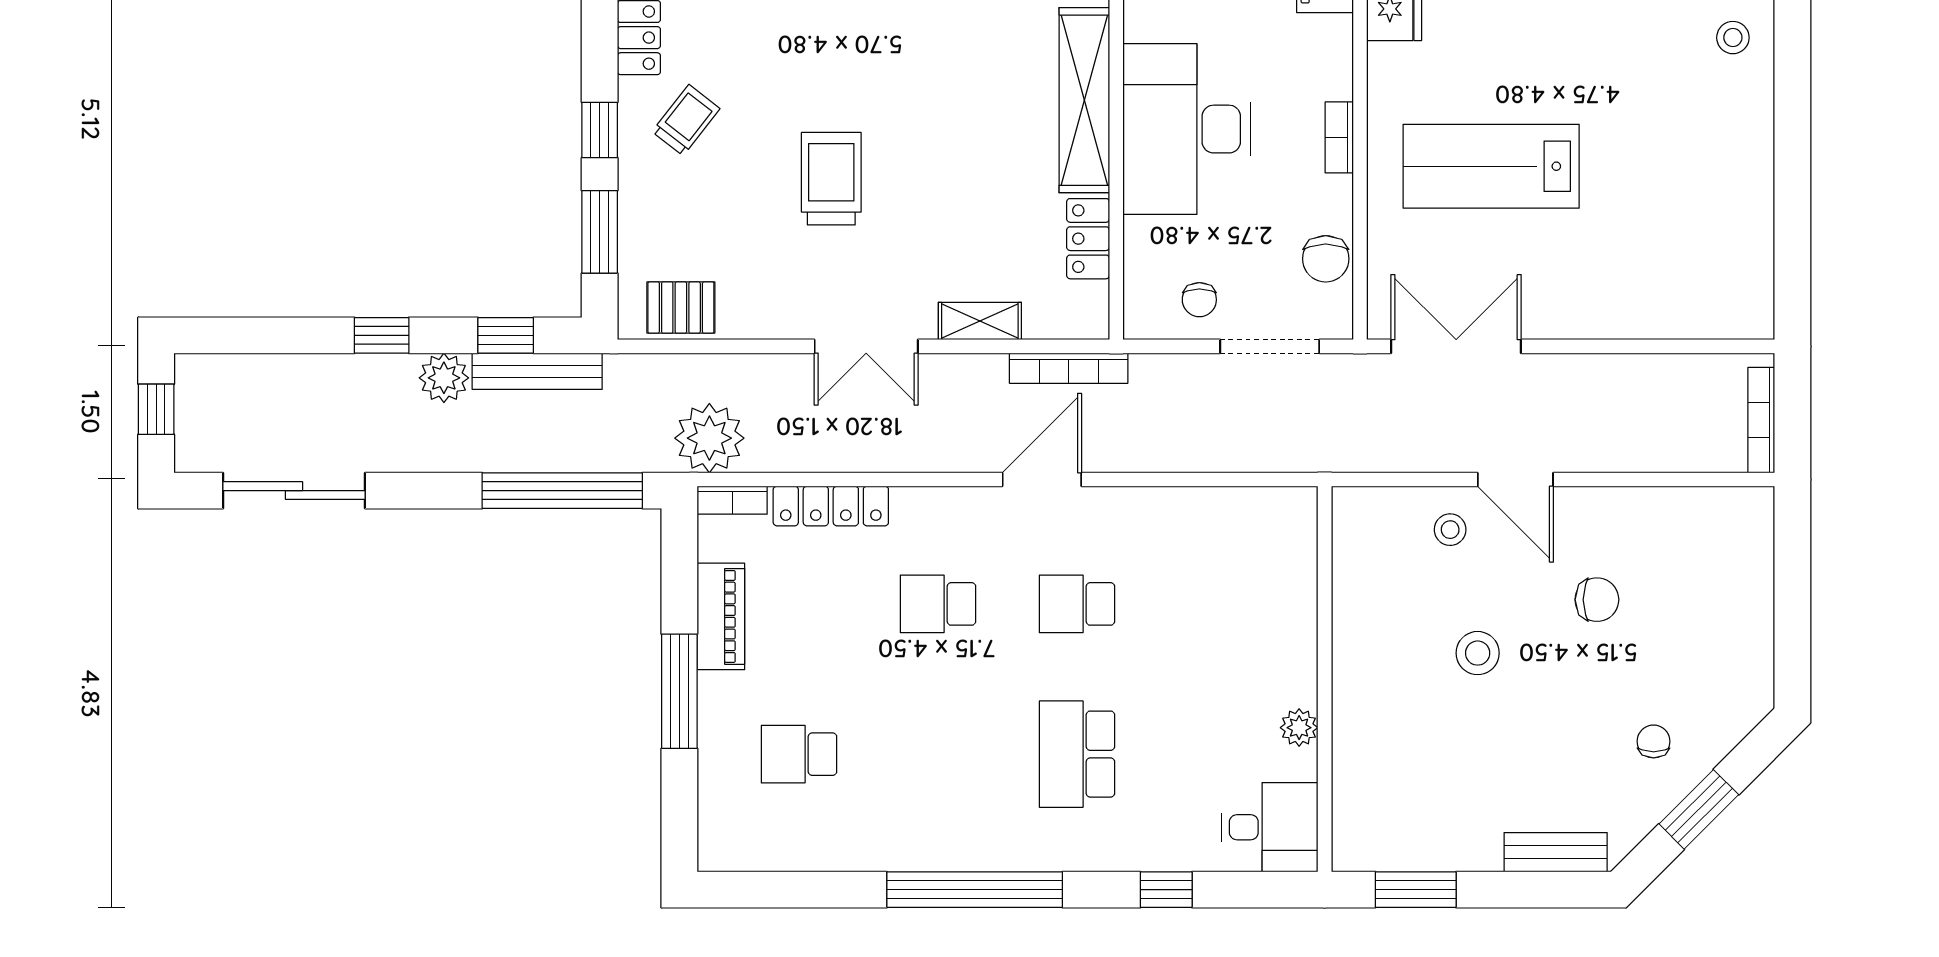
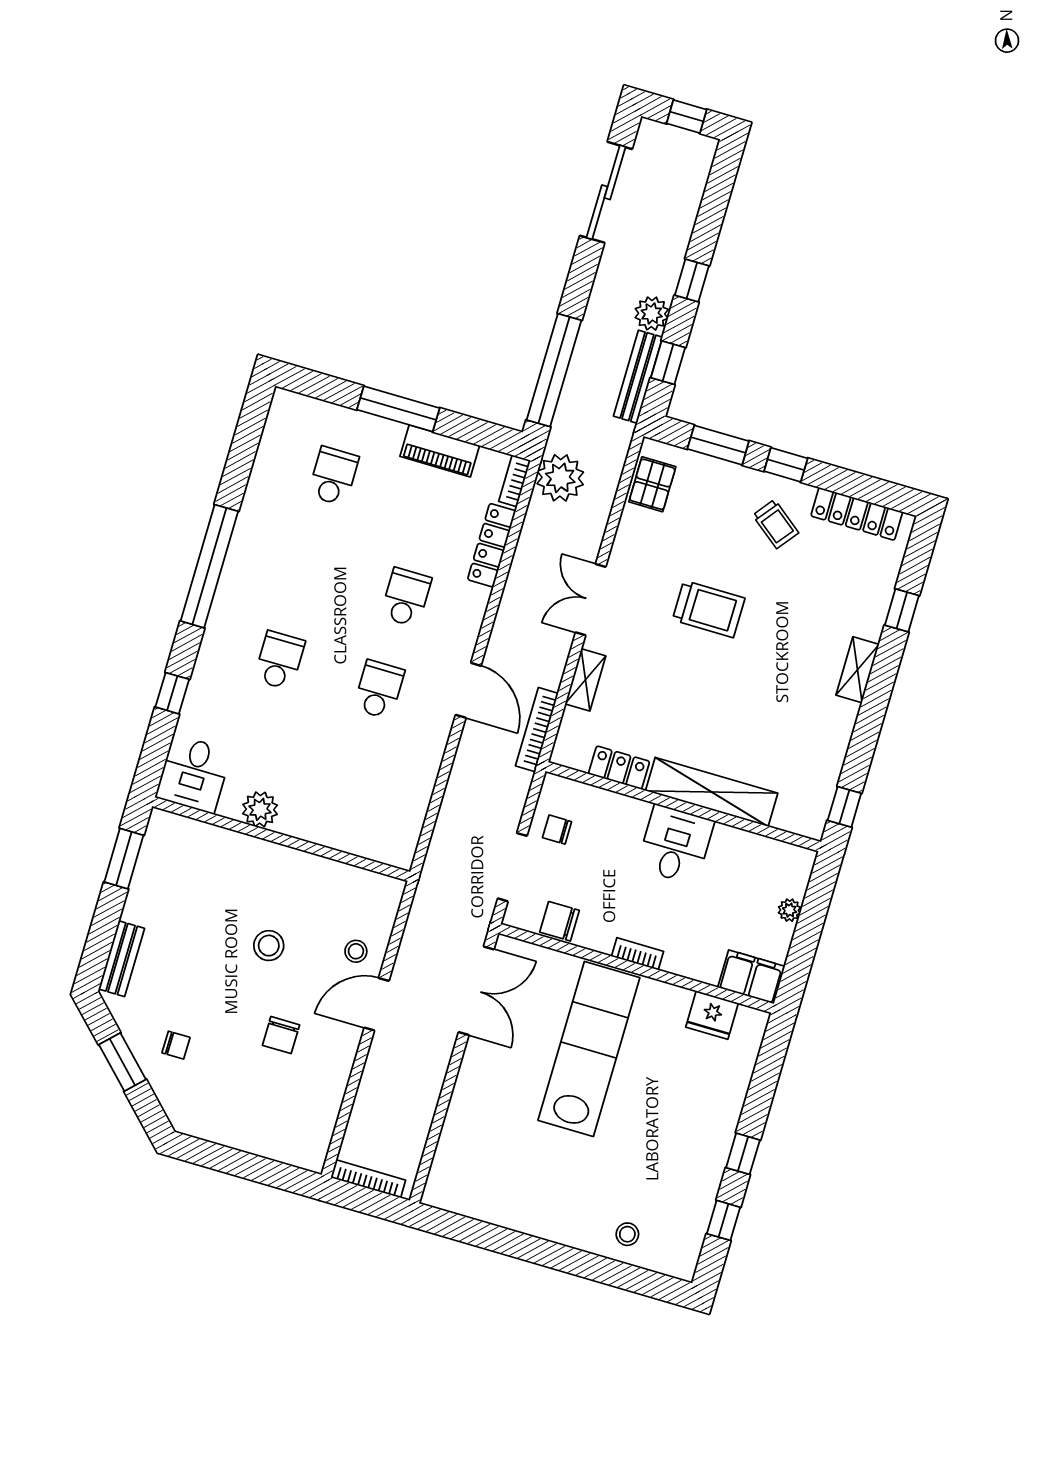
desk: (1187, 129) -> (675, 845), width x0.53, depth x0.77
lab bench: (1491, 166) -> (589, 1049), width x1.36
plant: (1299, 728) -> (260, 809), width x1.38, depth x1.38
school desk: (1077, 754) -> (279, 660), width x0.54

